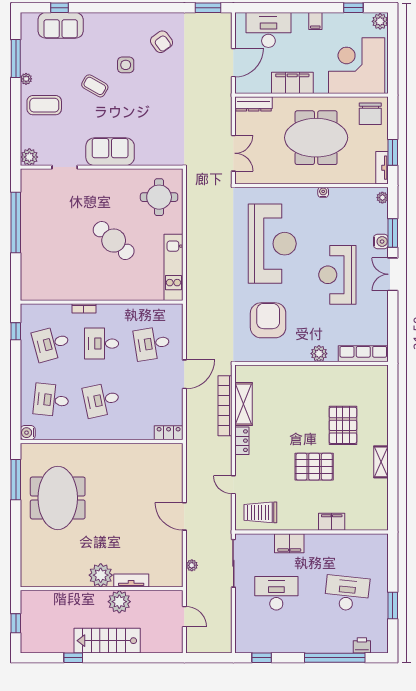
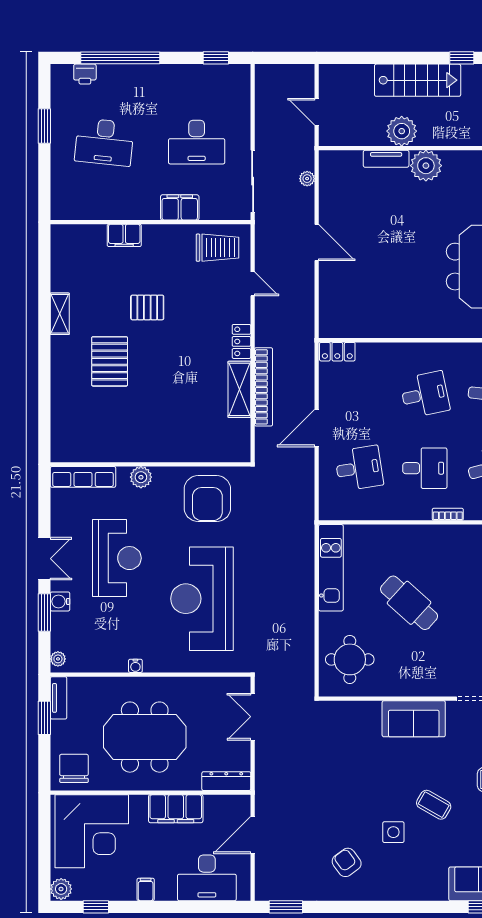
plant: (319, 354) -> (141, 477), moved
row of seats: (363, 354) -> (83, 477), moved
wall: (312, 363) -> (151, 464), moved
pallet: (314, 467) -> (147, 307), width x0.67, depth x0.71

